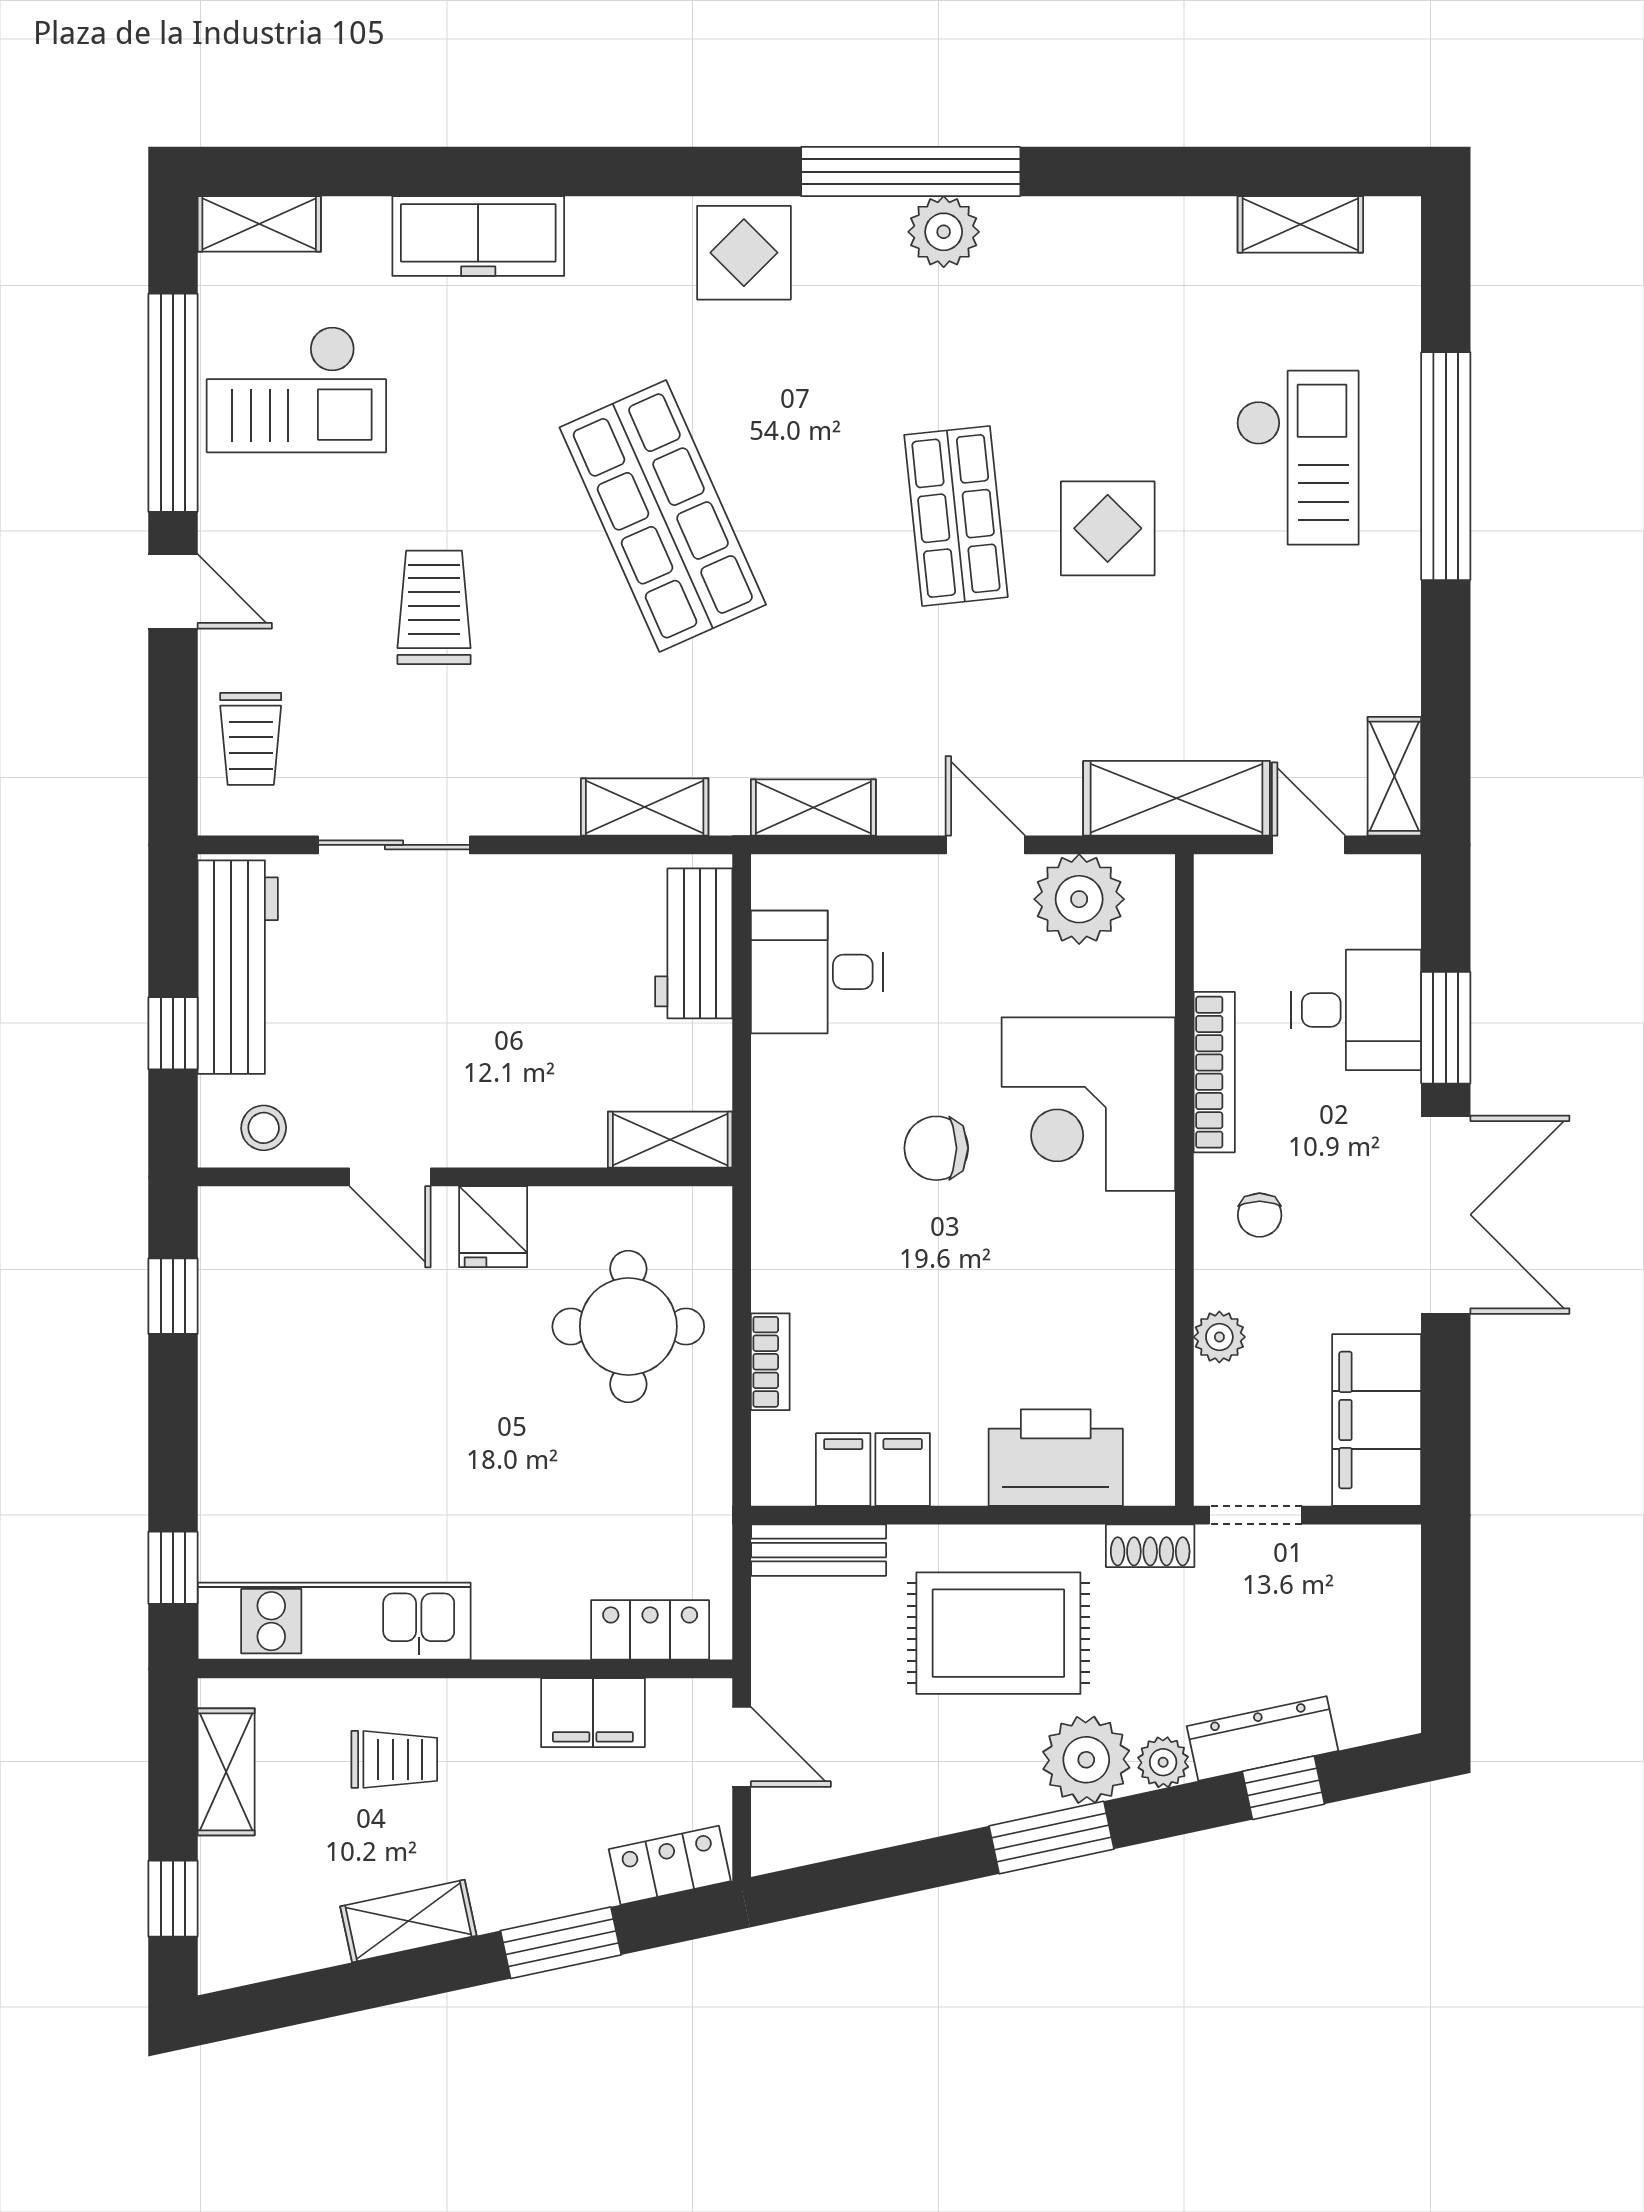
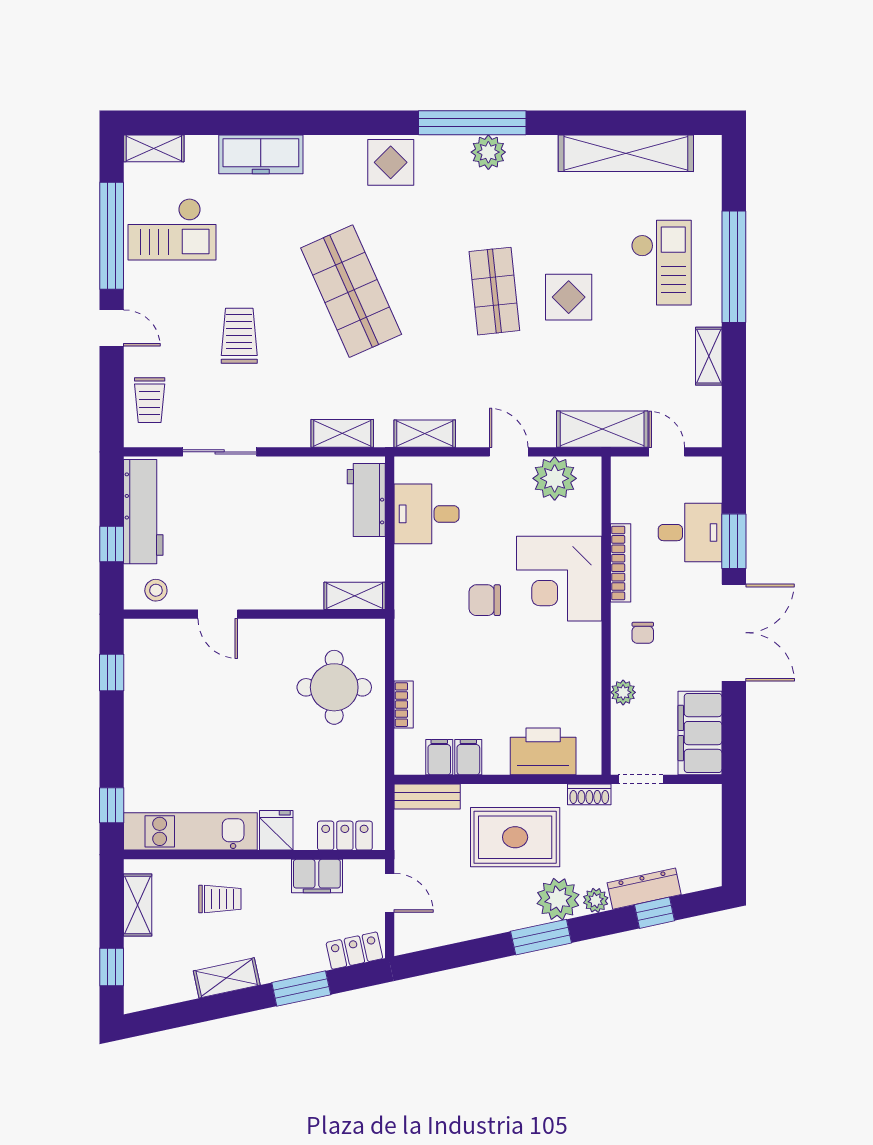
shelving: (1300, 224) -> (626, 153), width x2.20, depth x1.33
shelving: (1394, 776) -> (709, 356), moved
fridge: (493, 1227) -> (276, 830), moved, turned 180

